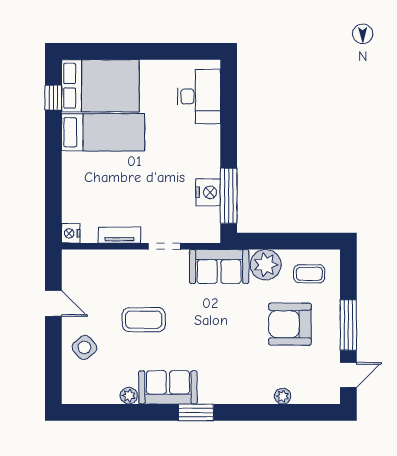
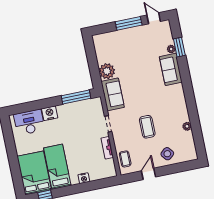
nightstand: (208, 192) -> (50, 113), moved
nightstand: (71, 233) -> (84, 178), moved
coffee table: (309, 274) -> (125, 159), moved
armchair: (290, 324) -> (134, 53), removed
sofa: (168, 387) -> (171, 69), moved
window: (196, 412) -> (179, 47), moved

